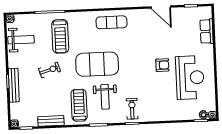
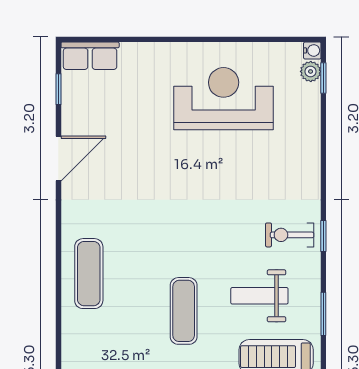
row of seats: (207, 31) -> (90, 56), moved
exercise mat: (97, 64) -> (184, 311), width x0.50, depth x0.69
armchair: (162, 65) -> (192, 161), removed
weight bench: (105, 97) -> (259, 296), turned 180

